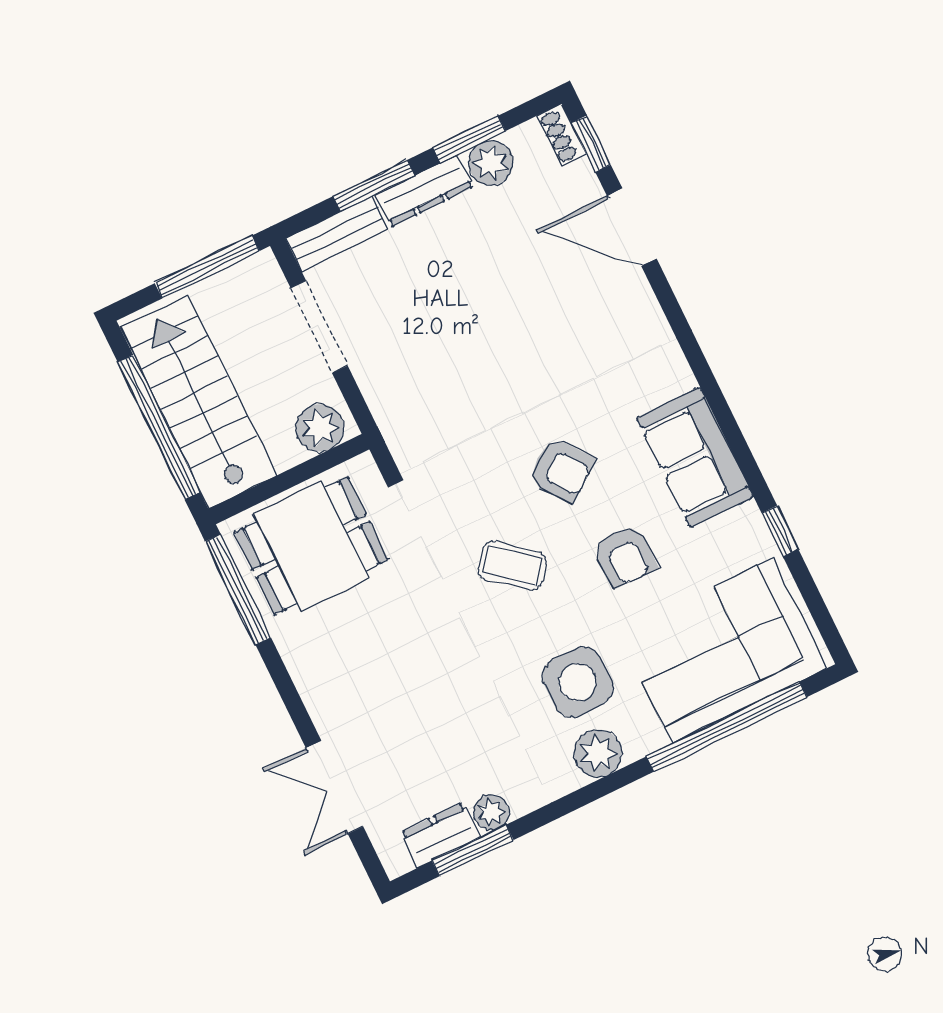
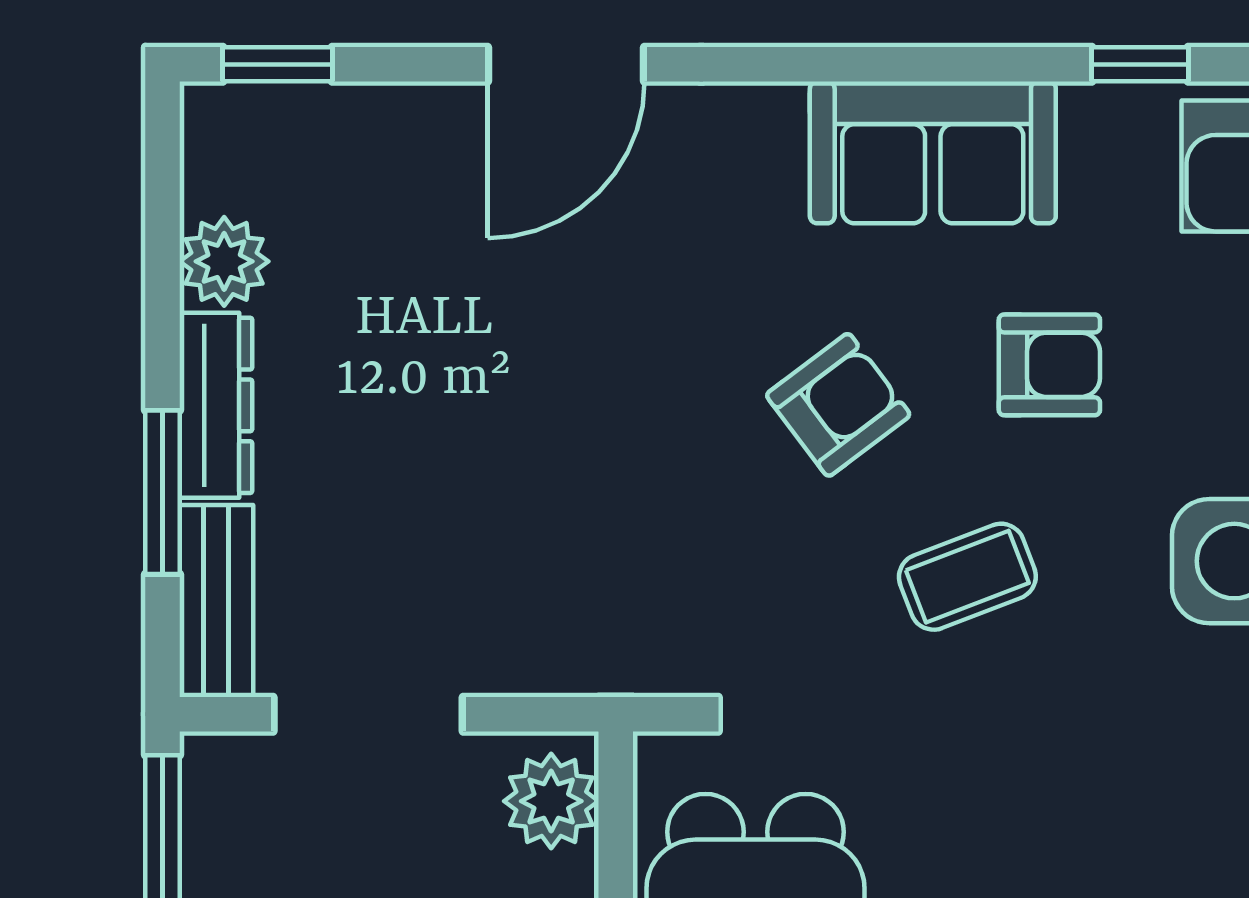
shoe rack: (562, 135) -> (236, 109), removed
window: (469, 139) -> (163, 280), removed
door: (632, 227) -> (566, 64), moved
coffee table: (512, 566) -> (967, 577), turned 30

